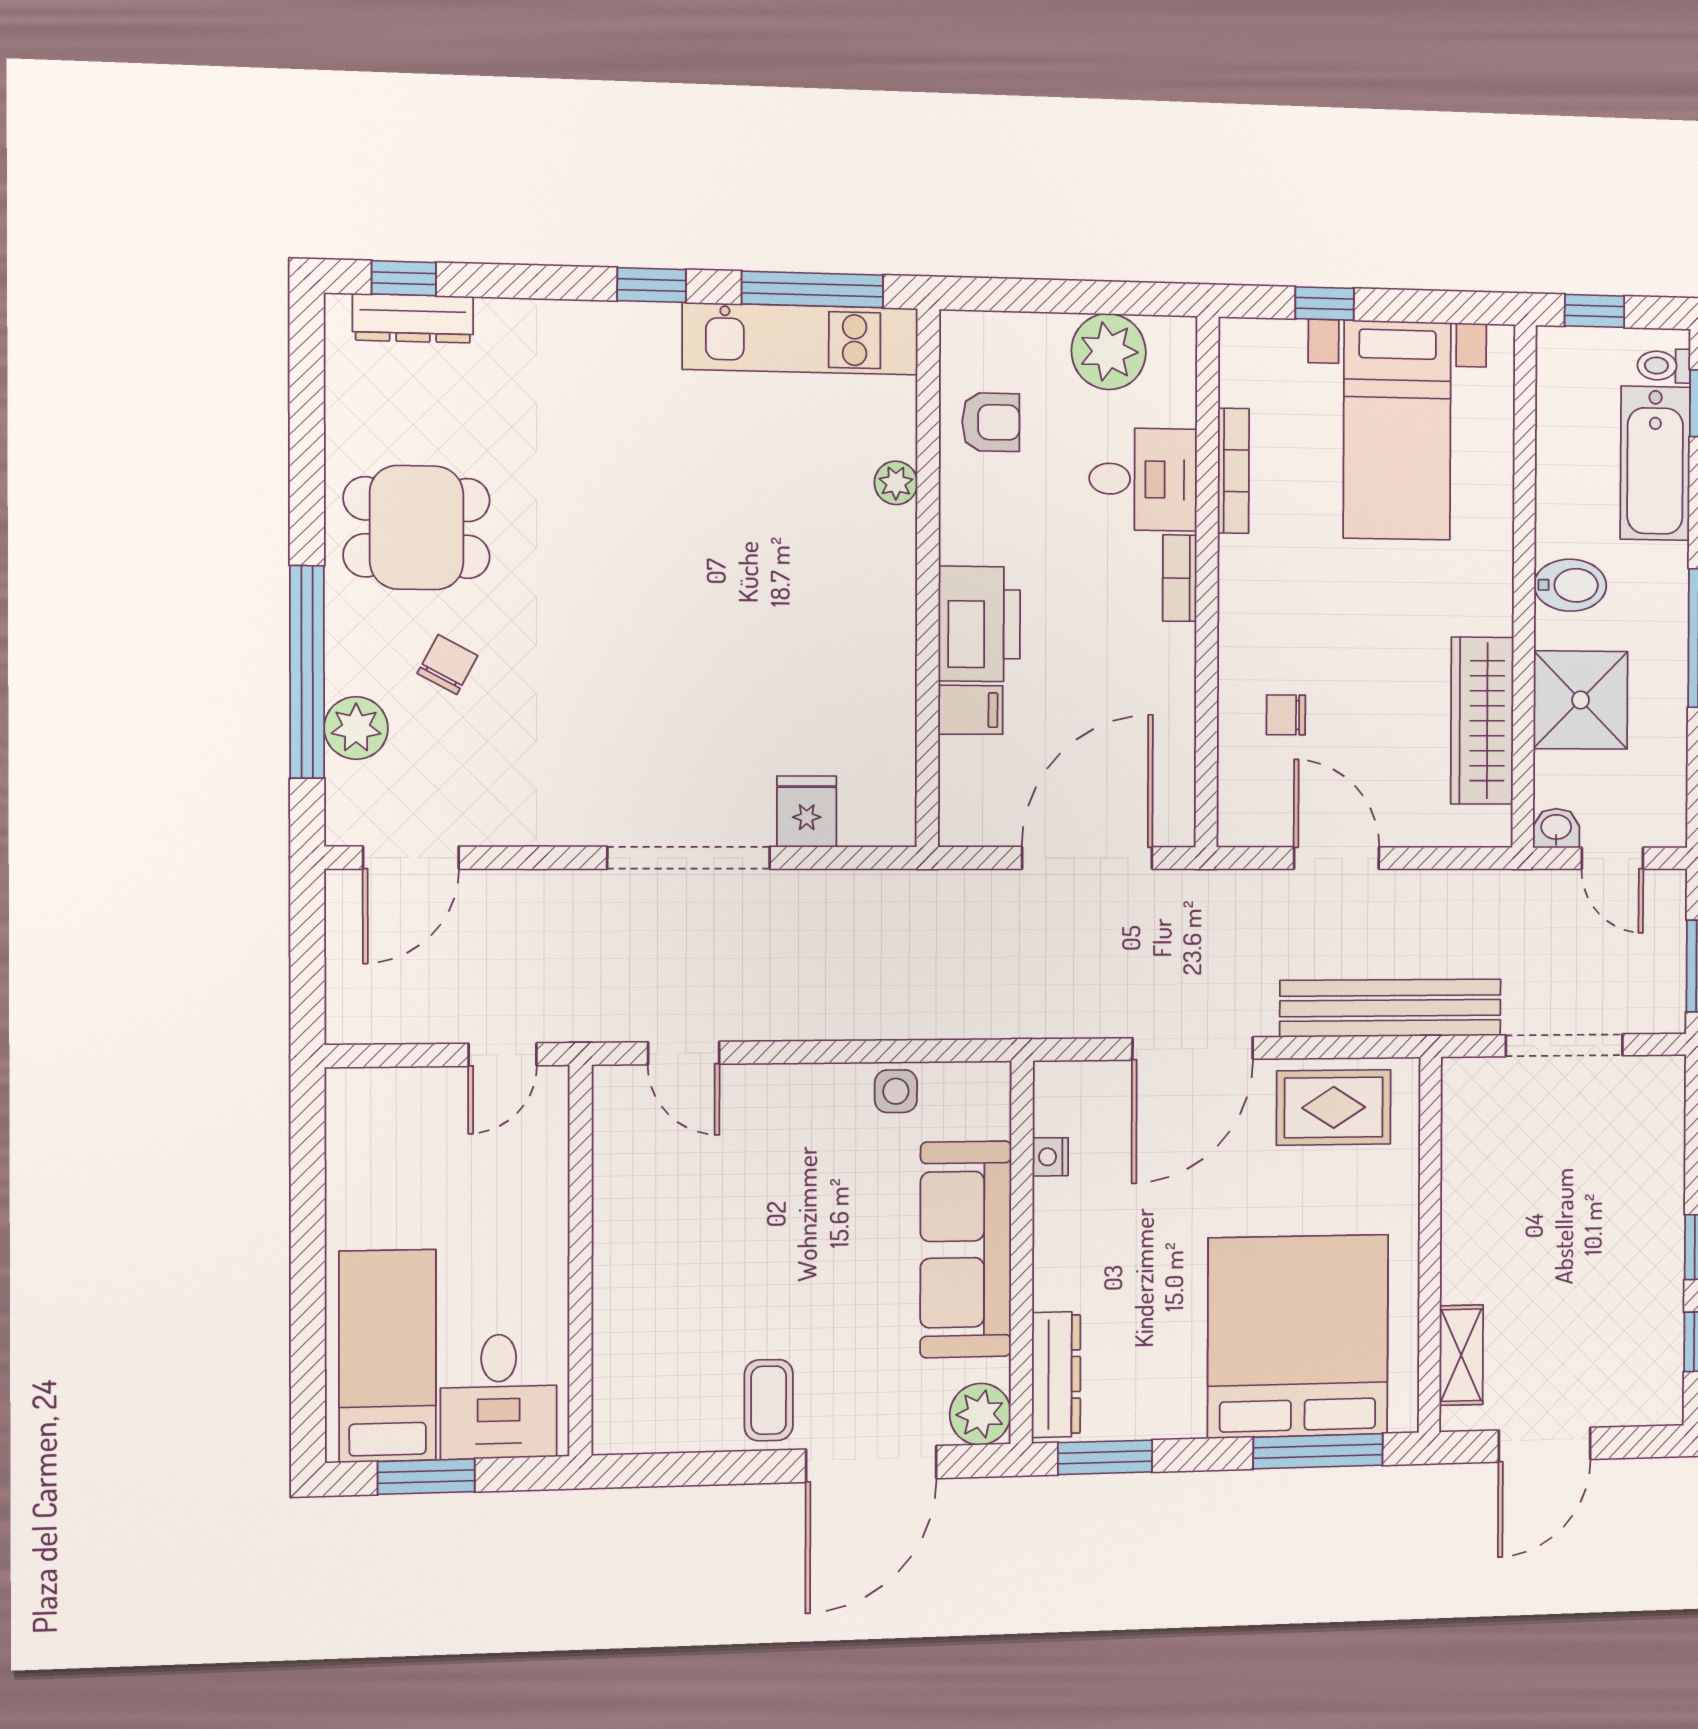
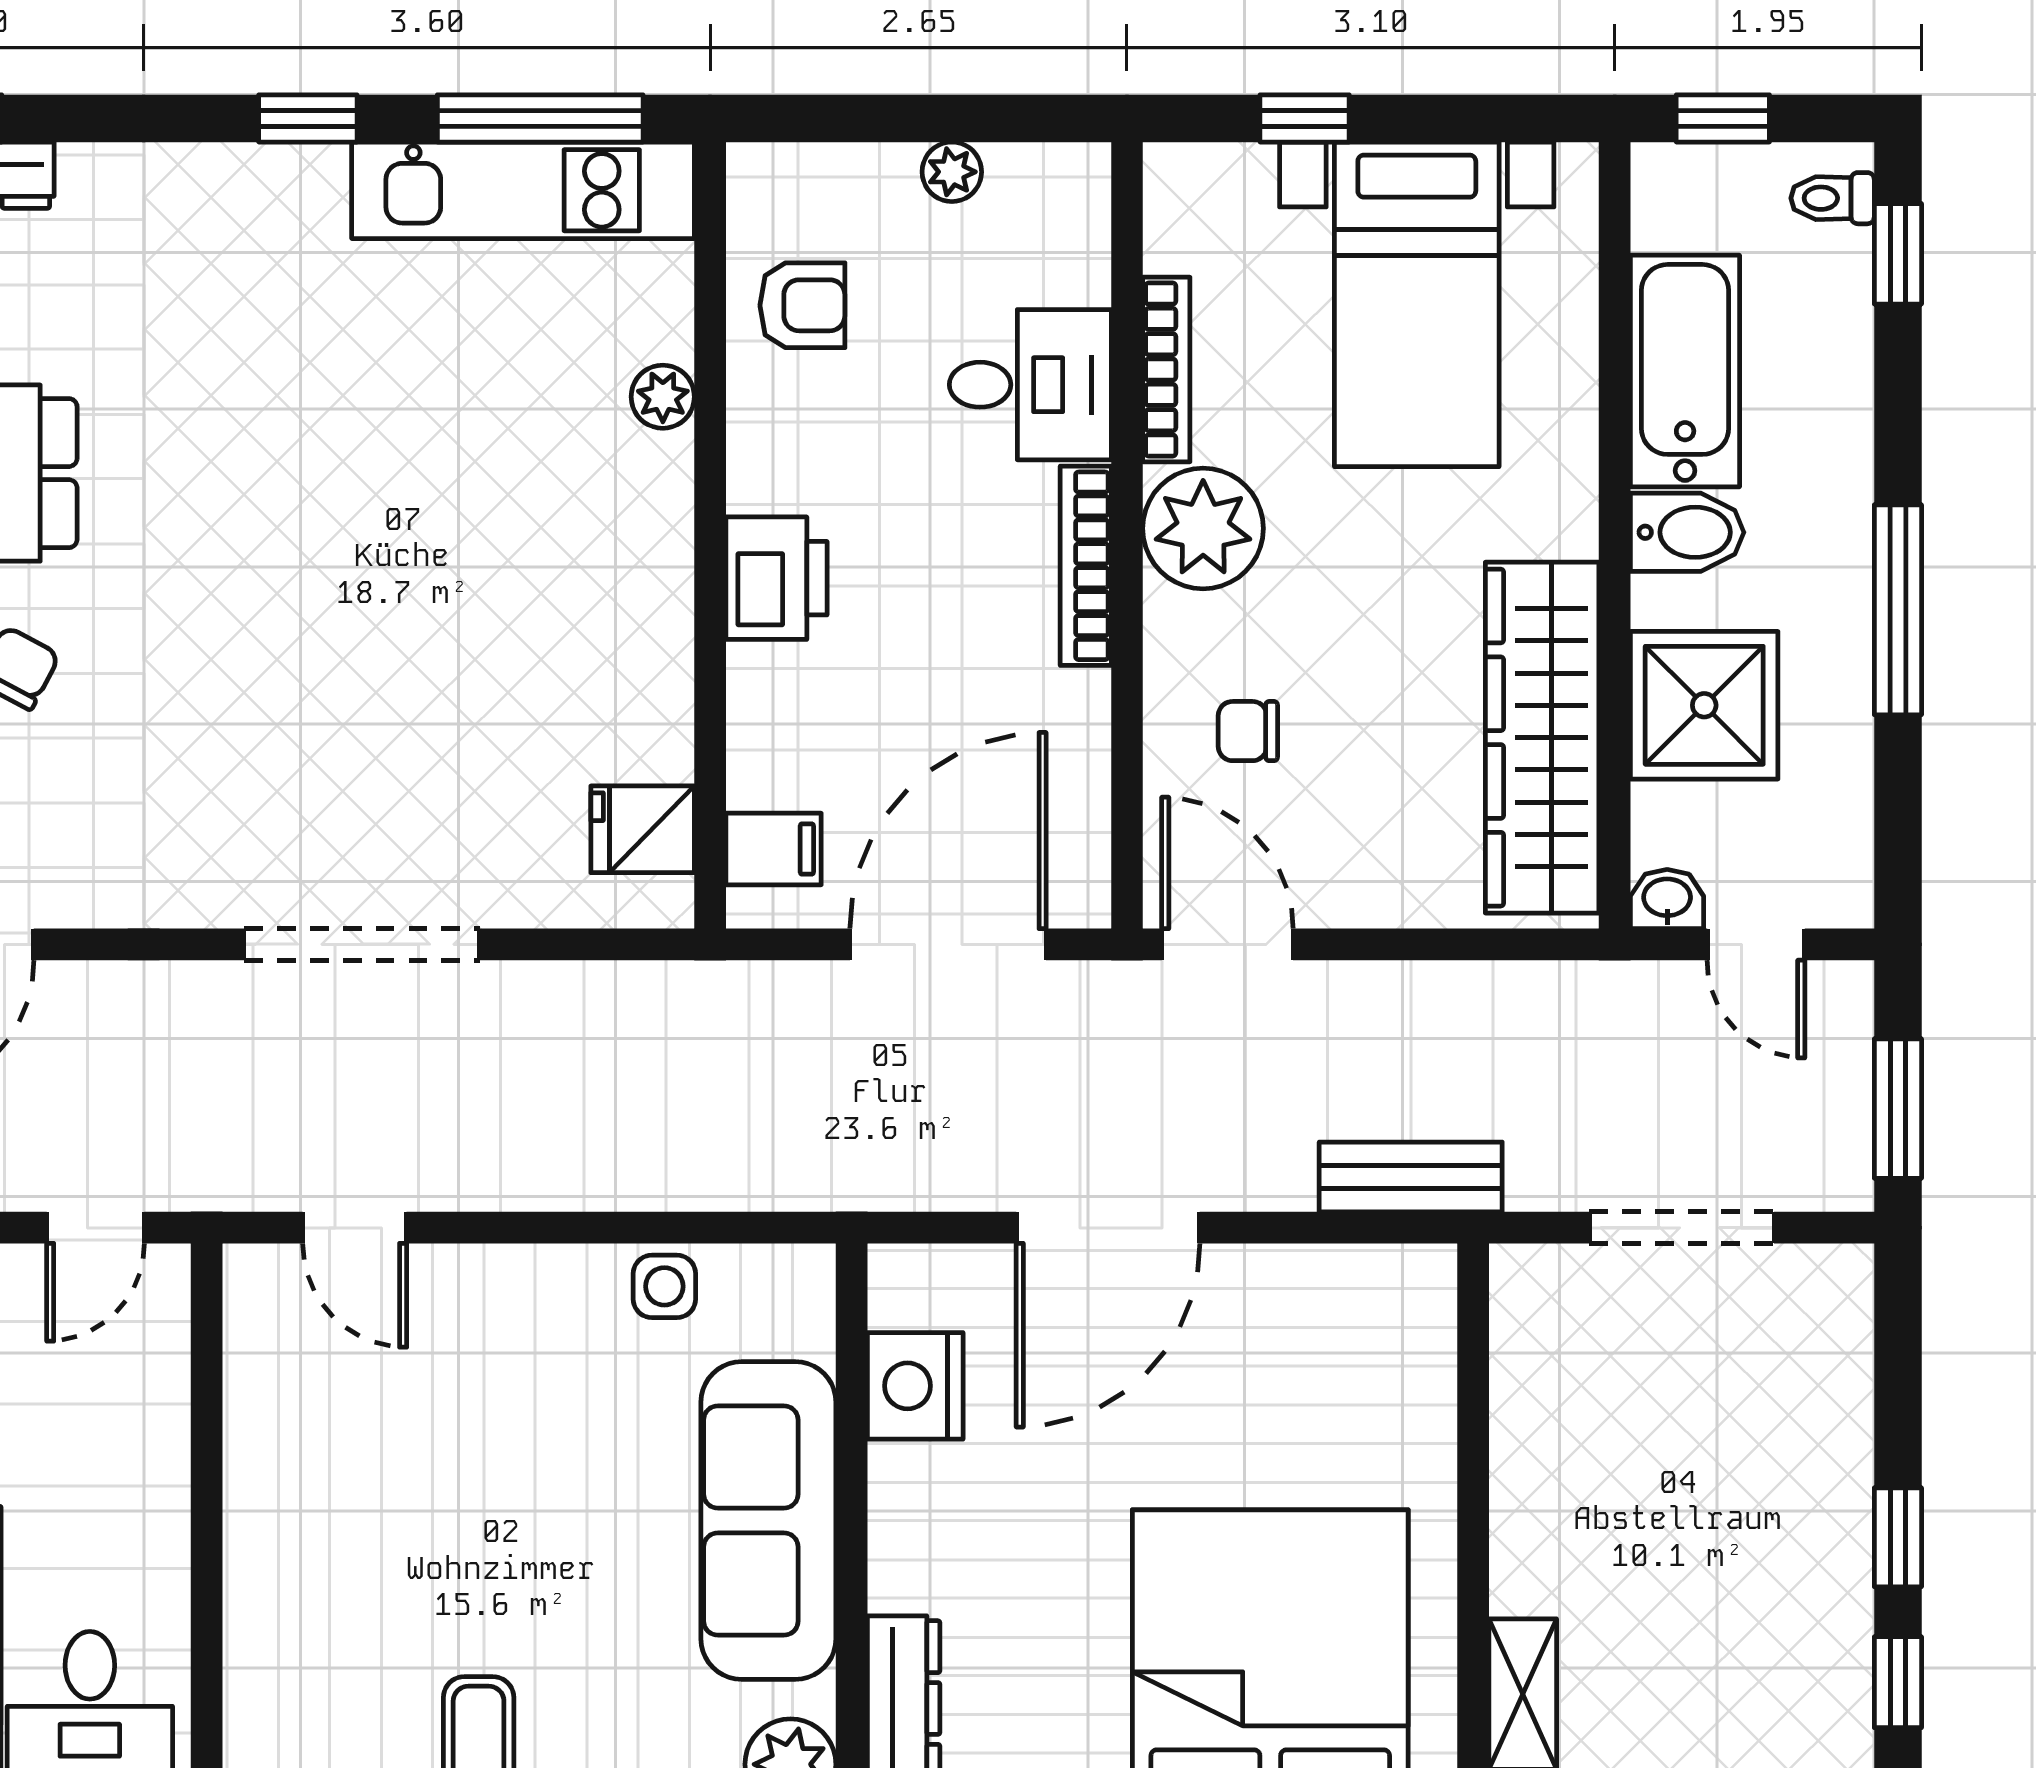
plant: (1109, 352) -> (952, 172), width x0.53, depth x0.53
bathtub: (1655, 463) -> (1685, 371), moved, turned 180
bookcase: (1180, 578) -> (1086, 566), width x1.56
plant: (1257, 578) -> (1203, 528), added
printer: (979, 624) -> (776, 578), width x0.73, depth x0.84
filing cabinet: (970, 710) -> (773, 849), moved
wardrobe: (1482, 721) -> (1542, 738), width x1.40, depth x1.17
fridge: (807, 812) -> (643, 829), moved, turned -90
door: (1337, 858) -> (1227, 944), moved
bench: (1391, 1008) -> (1411, 1177), width x0.54, depth x0.82
rug: (1334, 1107) -> (1324, 1318), removed
nightstand: (1050, 1157) -> (915, 1386), width x1.89, depth x1.79

